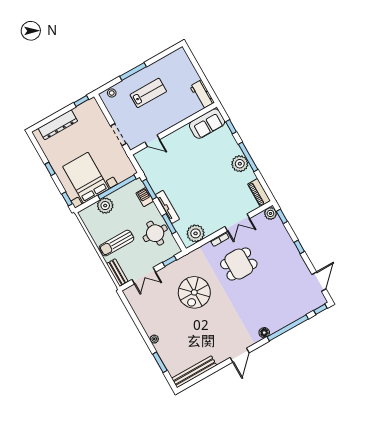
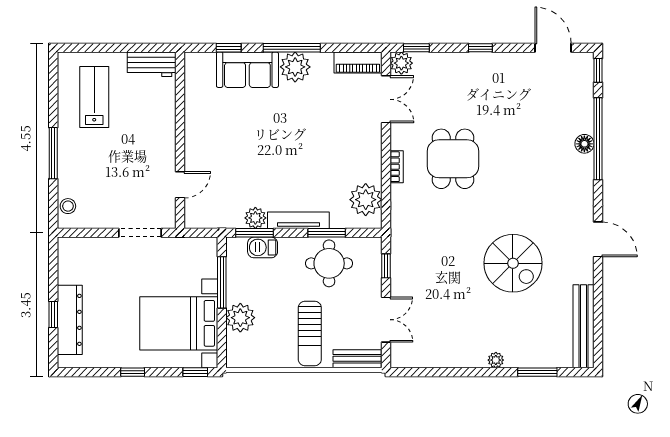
lab bench: (148, 93) -> (94, 97), moved
window: (81, 101) -> (53, 315), moved
sofa: (207, 124) -> (247, 70), moved, turned 90
plant: (157, 186) -> (255, 218), added
window: (117, 187) -> (222, 282), width x0.68
double door: (237, 223) -> (386, 99), moved
spiral stairs: (194, 292) -> (513, 263), moved
floor lamp: (264, 333) -> (584, 144), moved

